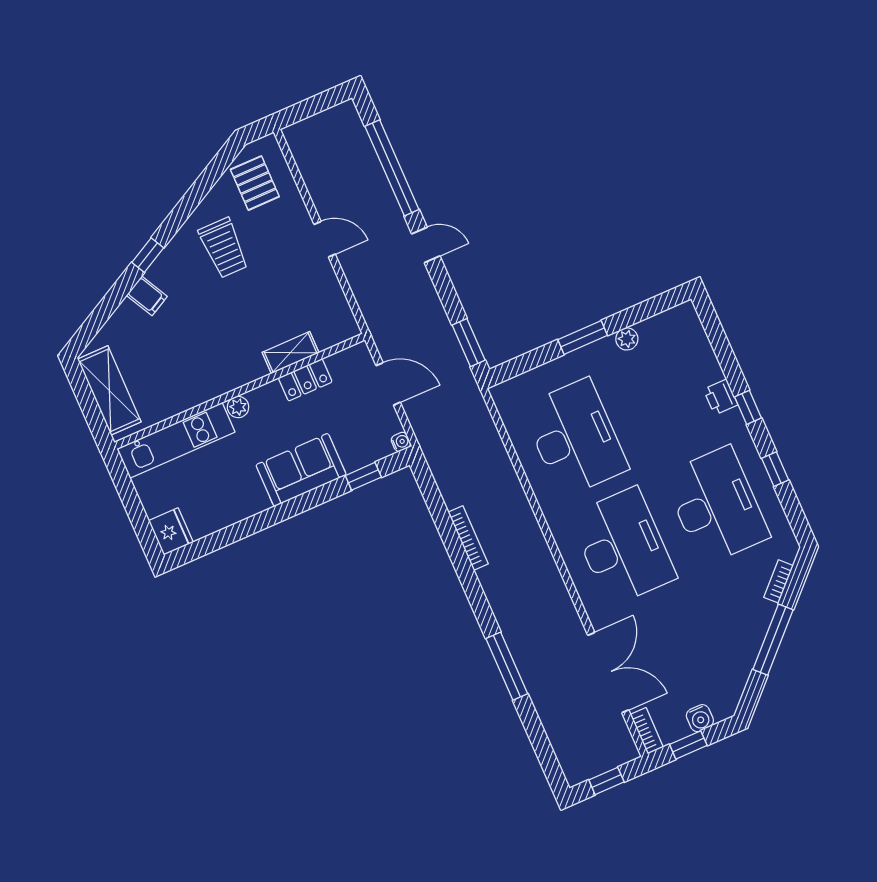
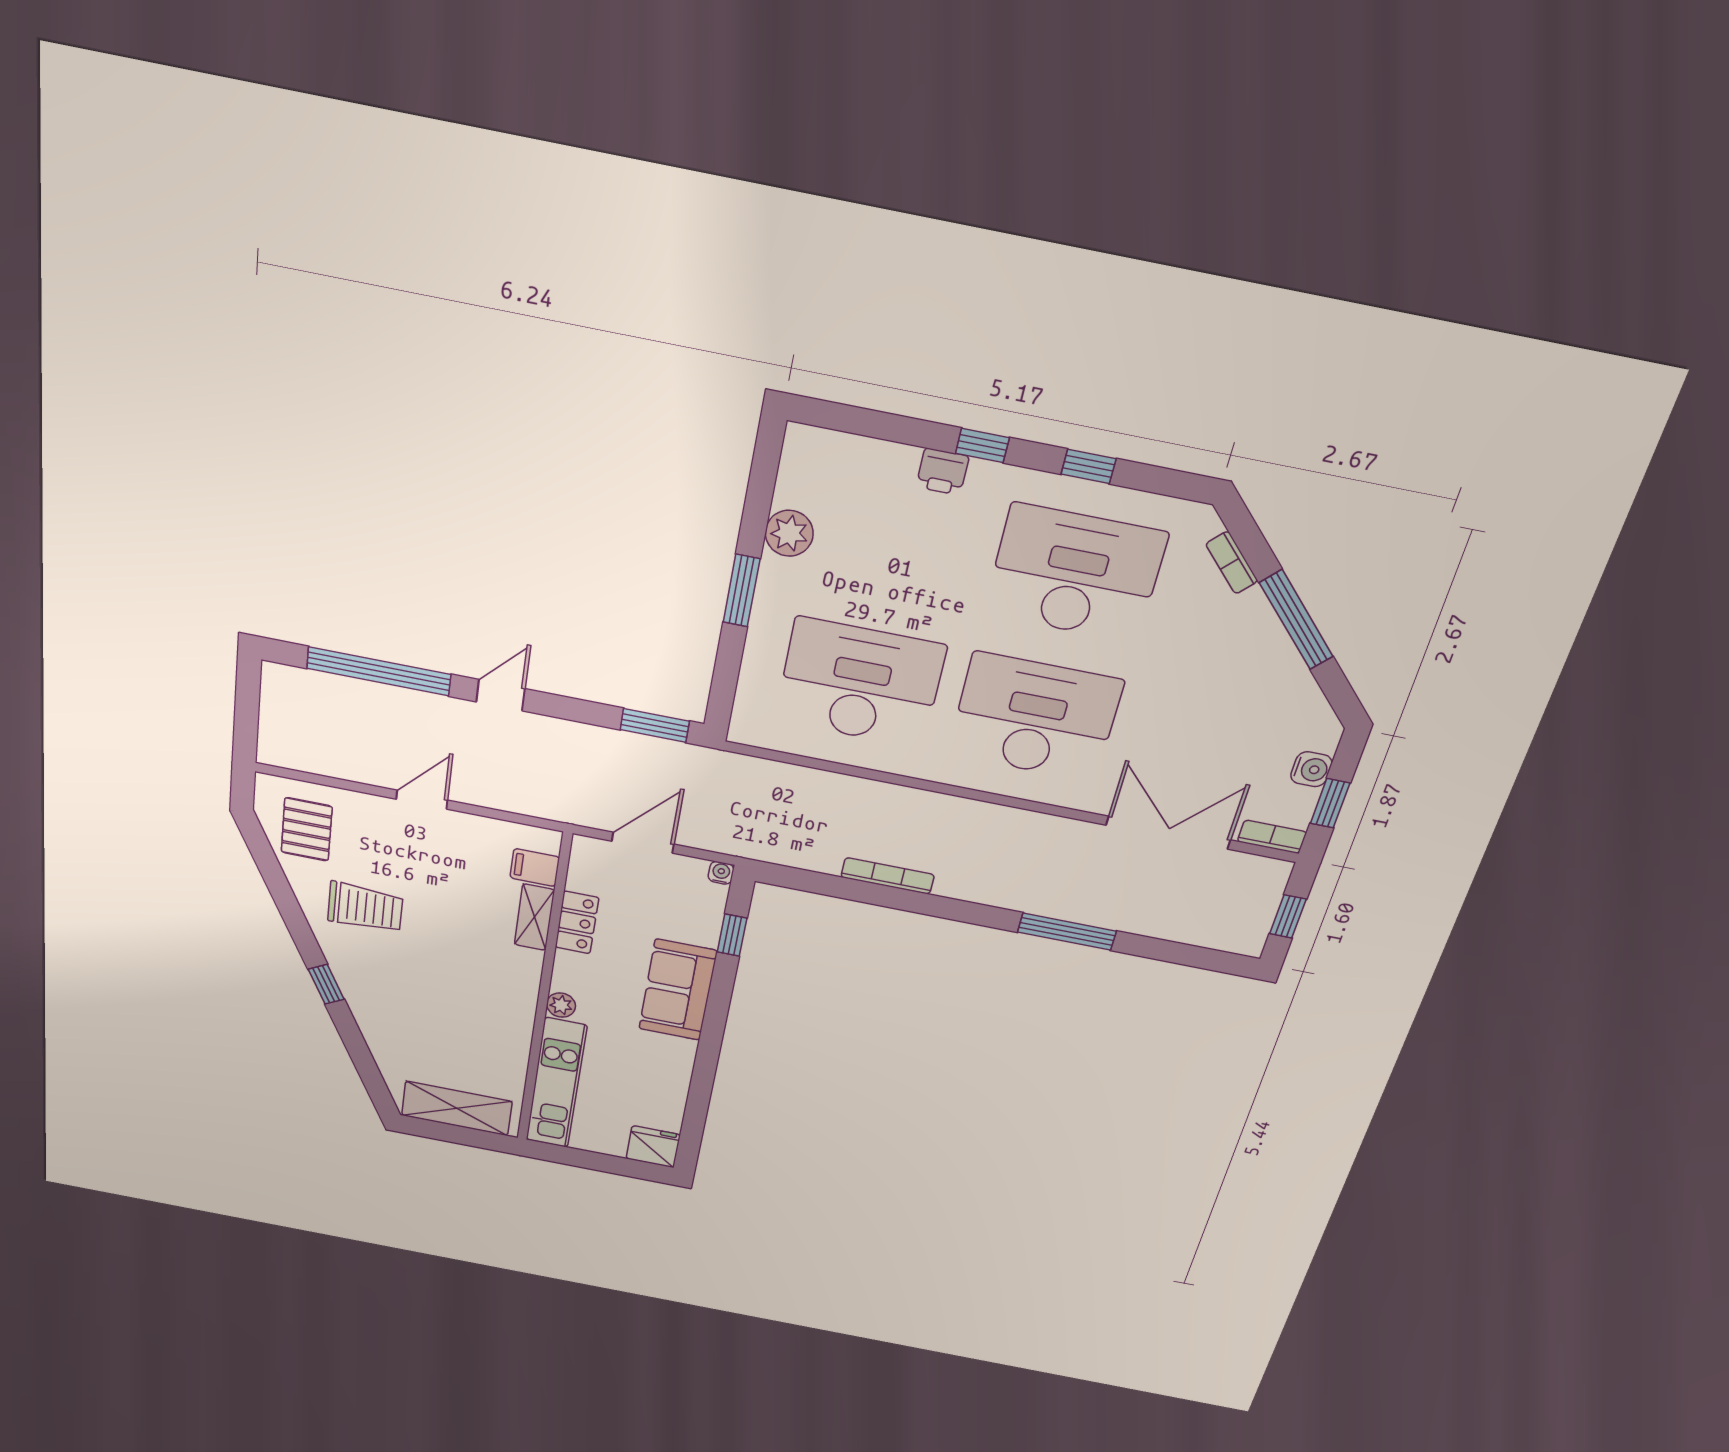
pallet: (255, 183) -> (307, 829), turned 90
filing cabinet: (147, 296) -> (535, 867), moved, turned -152
plant: (627, 339) -> (789, 533), width x1.38, depth x1.38

